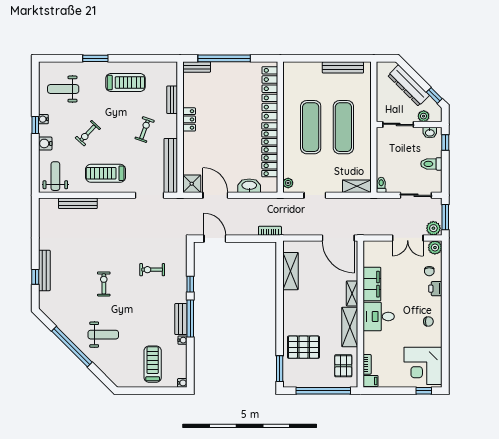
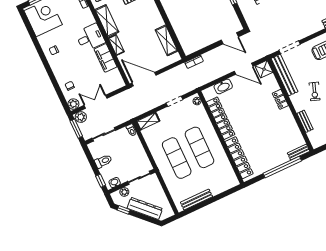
locker: (189, 119) -> (280, 99), moved
printer: (435, 289) -> (60, 76), removed

